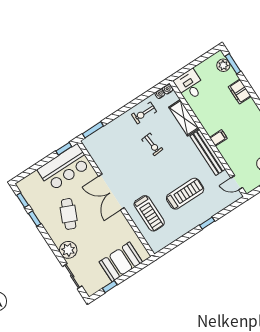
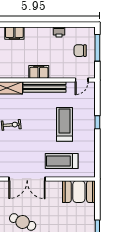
filing cabinet: (218, 138) -> (39, 72), width x2.00
treadmill: (149, 213) -> (62, 161), turned 180
booth: (121, 262) -> (79, 192), moved, turned 90

